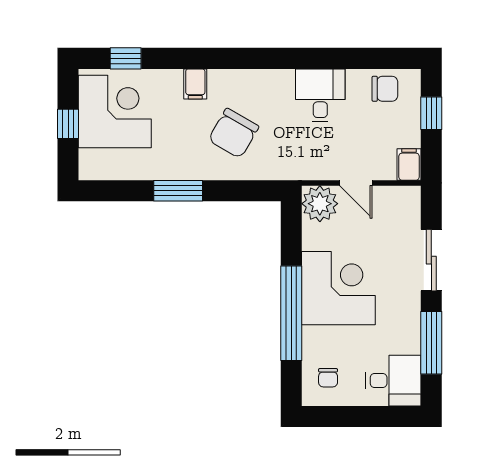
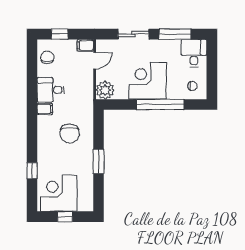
window: (126, 58) -> (32, 171), moved
filing cabinet: (195, 84) -> (45, 109), moved
chair: (234, 133) -> (70, 133), turned 60
door: (356, 183) -> (95, 61), moved

